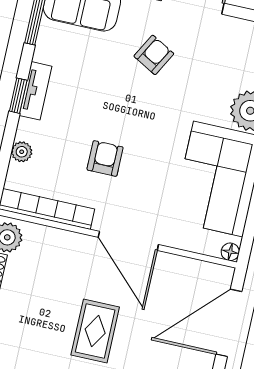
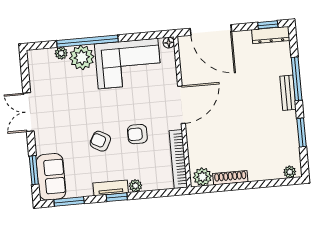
armchair: (154, 55) -> (100, 141), moved
plant: (22, 152) -> (135, 186), moved
rug: (95, 331) -> (241, 107), removed

